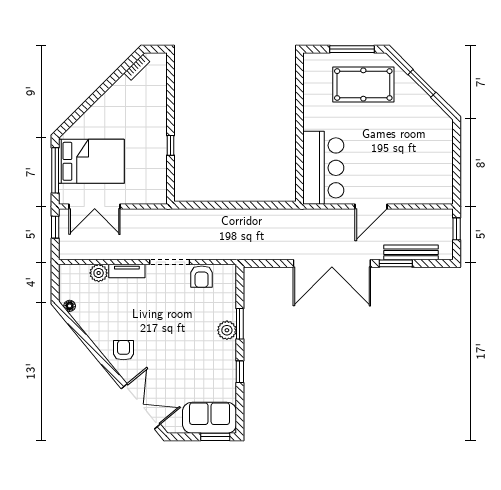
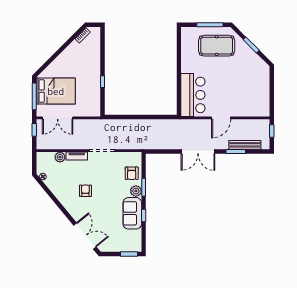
double door: (332, 263) -> (198, 151), width x0.73
armchair: (202, 277) -> (132, 173), moved
armchair: (123, 350) -> (85, 191), moved
sofa: (210, 418) -> (132, 213), moved, turned -90

